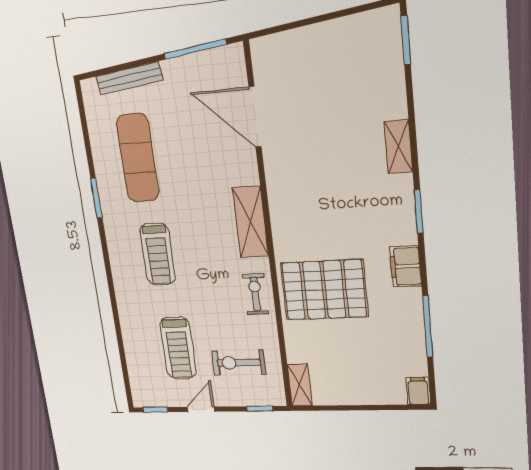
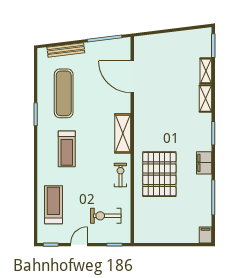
pallet: (324, 290) -> (159, 174), turned 90
treadmill: (178, 348) -> (53, 205), moved, turned 180
shelving: (300, 385) -> (206, 71), moved

